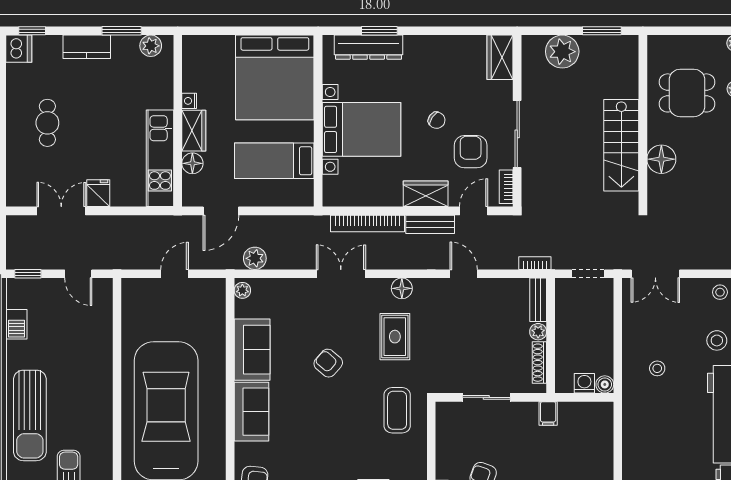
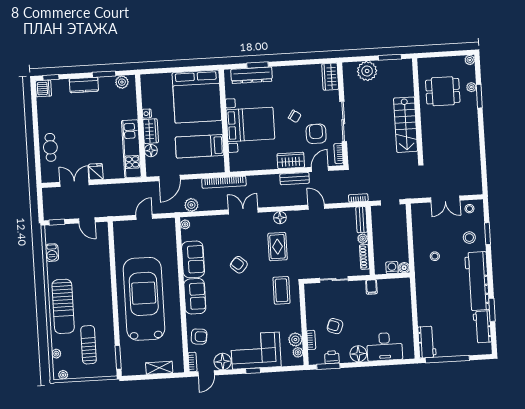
cafe table: (47, 123) -> (50, 147), moved
floor lamp: (661, 159) -> (430, 132), removed
bookcase: (367, 223) -> (224, 182), moved
double door: (655, 274) -> (445, 199), moved

